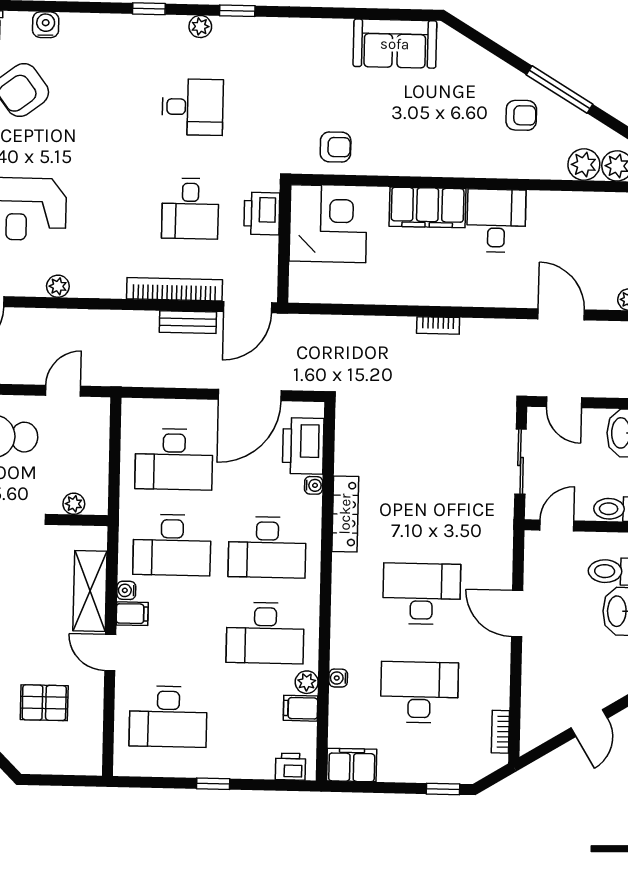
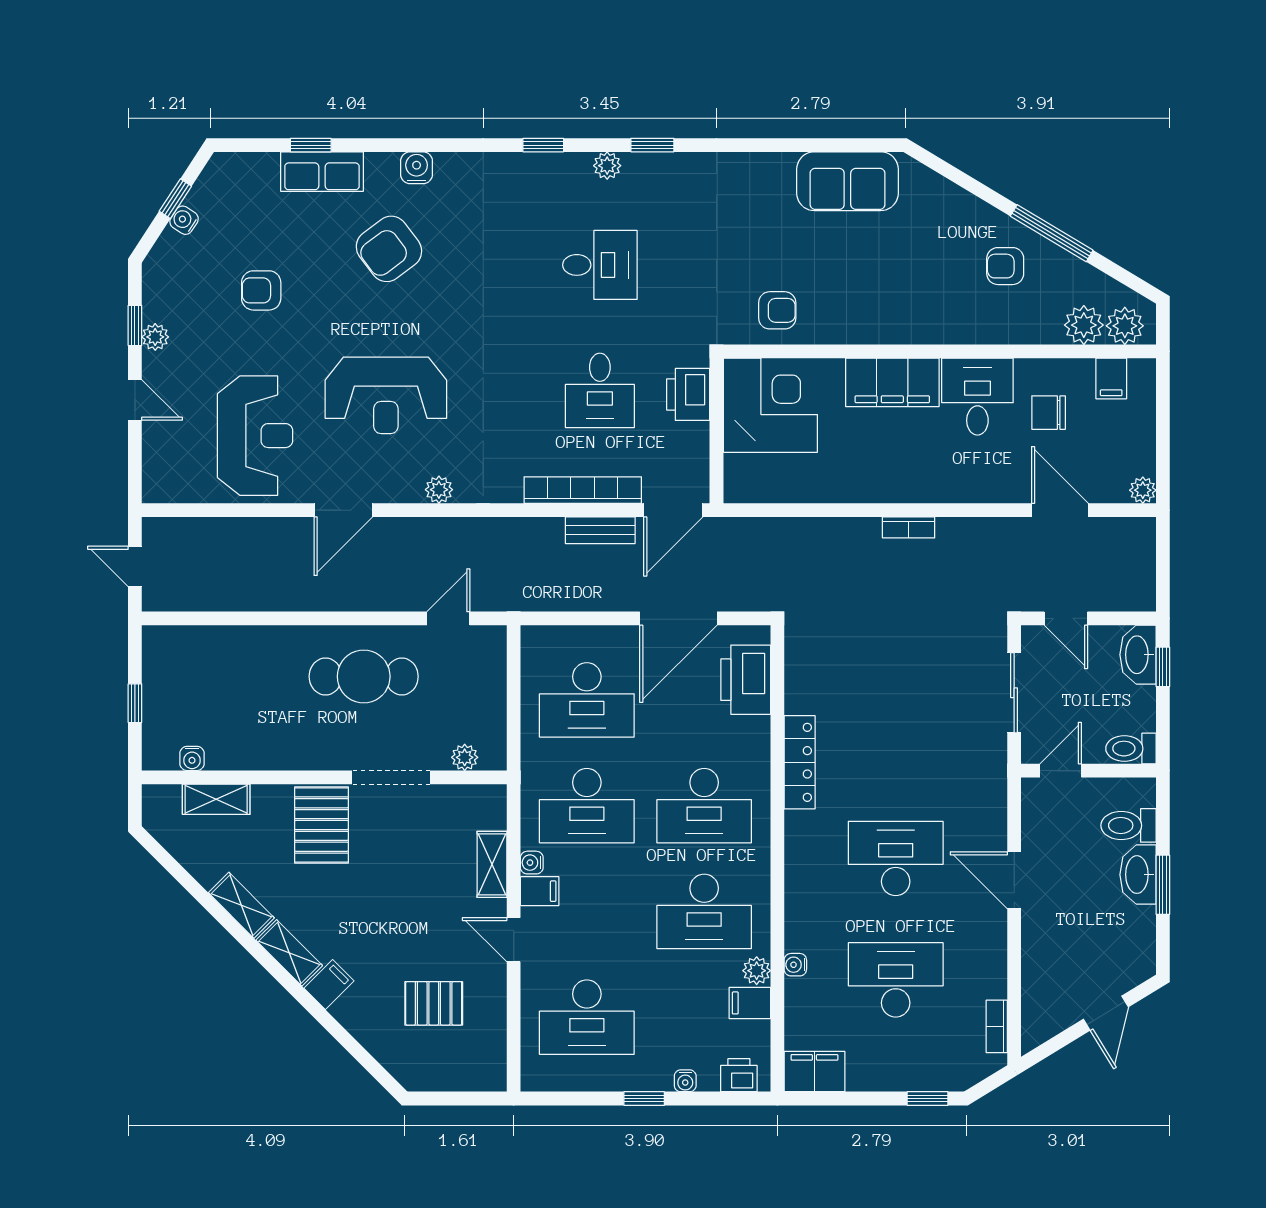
armchair: (521, 115) -> (1005, 266), turned 180
filing cabinet: (605, 208) -> (1111, 378), added
chair: (554, 235) -> (1049, 413), added
water cooler: (314, 485) -> (685, 1081), moved, turned 90
shelving: (90, 591) -> (492, 864), width x0.67, depth x0.75

